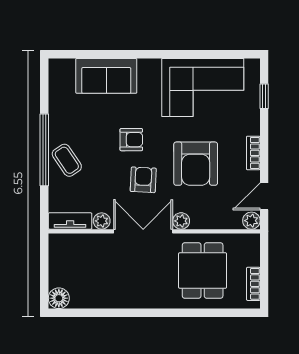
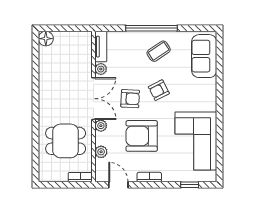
sofa: (106, 76) -> (204, 56), moved
armchair: (131, 140) -> (159, 90), turned 63
coffee table: (67, 160) -> (159, 51), moved
plant: (251, 221) -> (101, 152), moved
bookcase: (253, 284) -> (80, 177), moved

